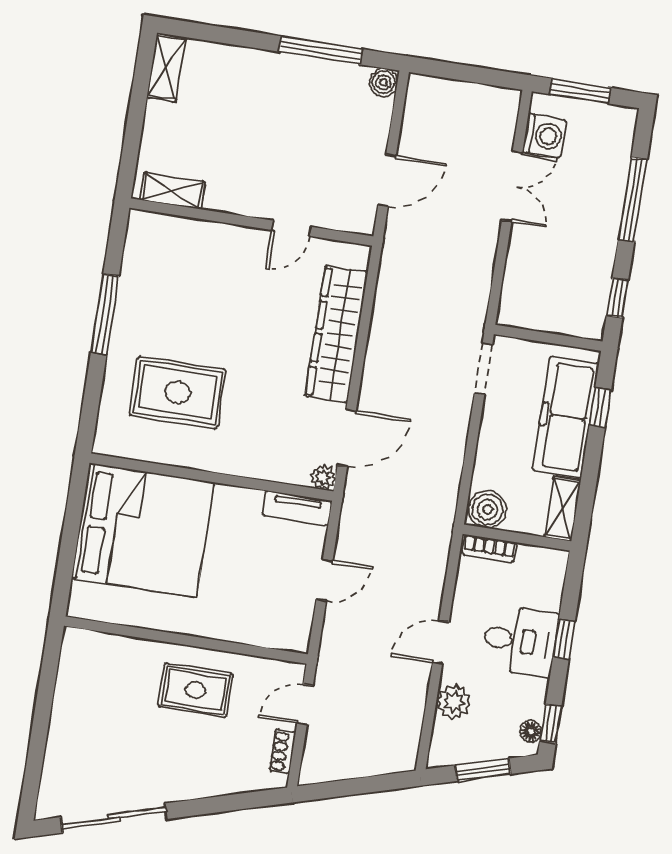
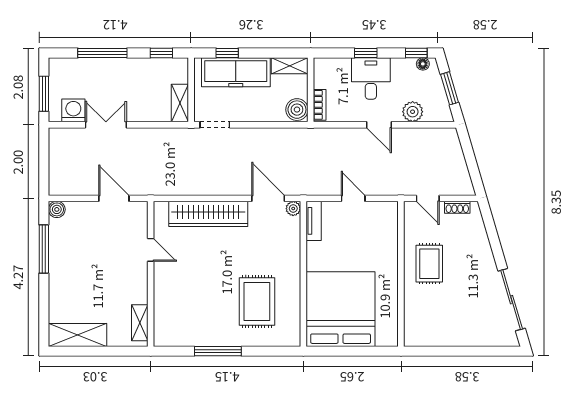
shelving: (166, 67) -> (78, 335), width x1.50, depth x1.33
shelving: (529, 315) -> (180, 103), added

